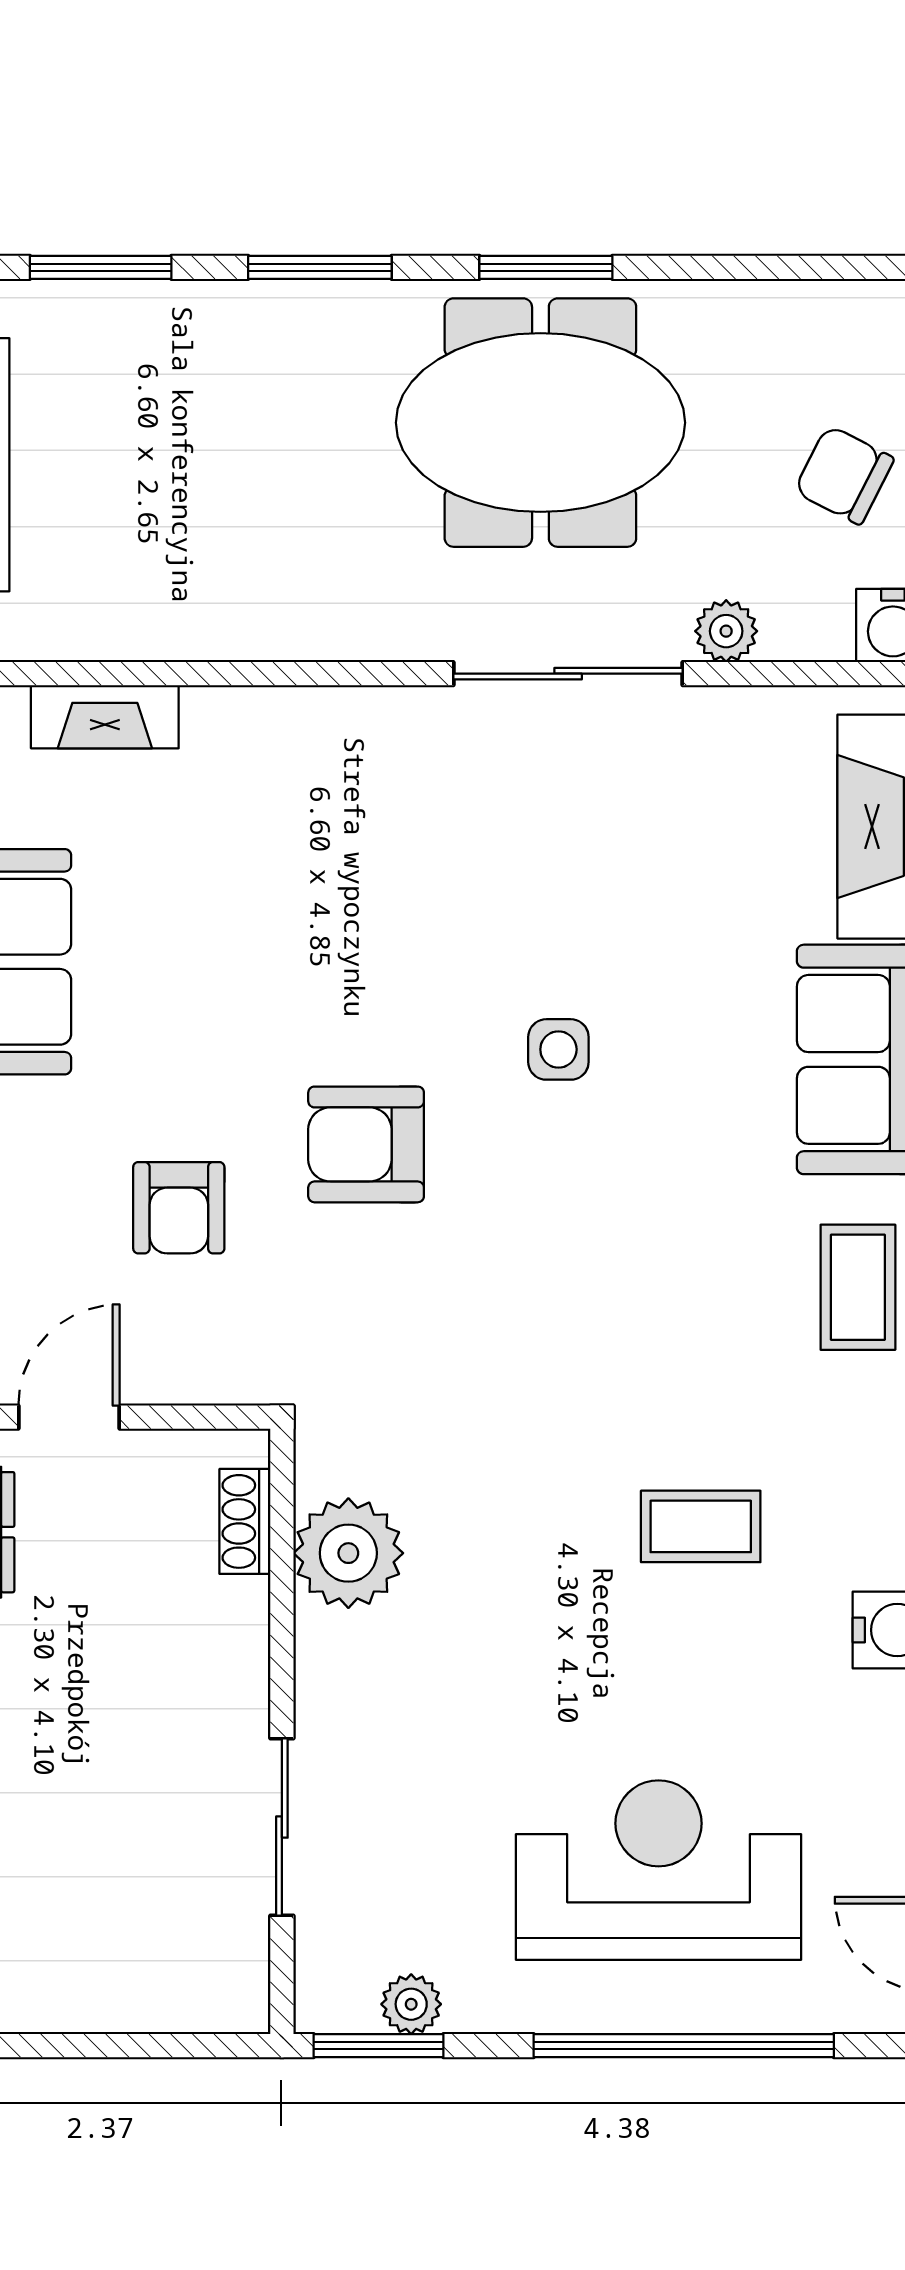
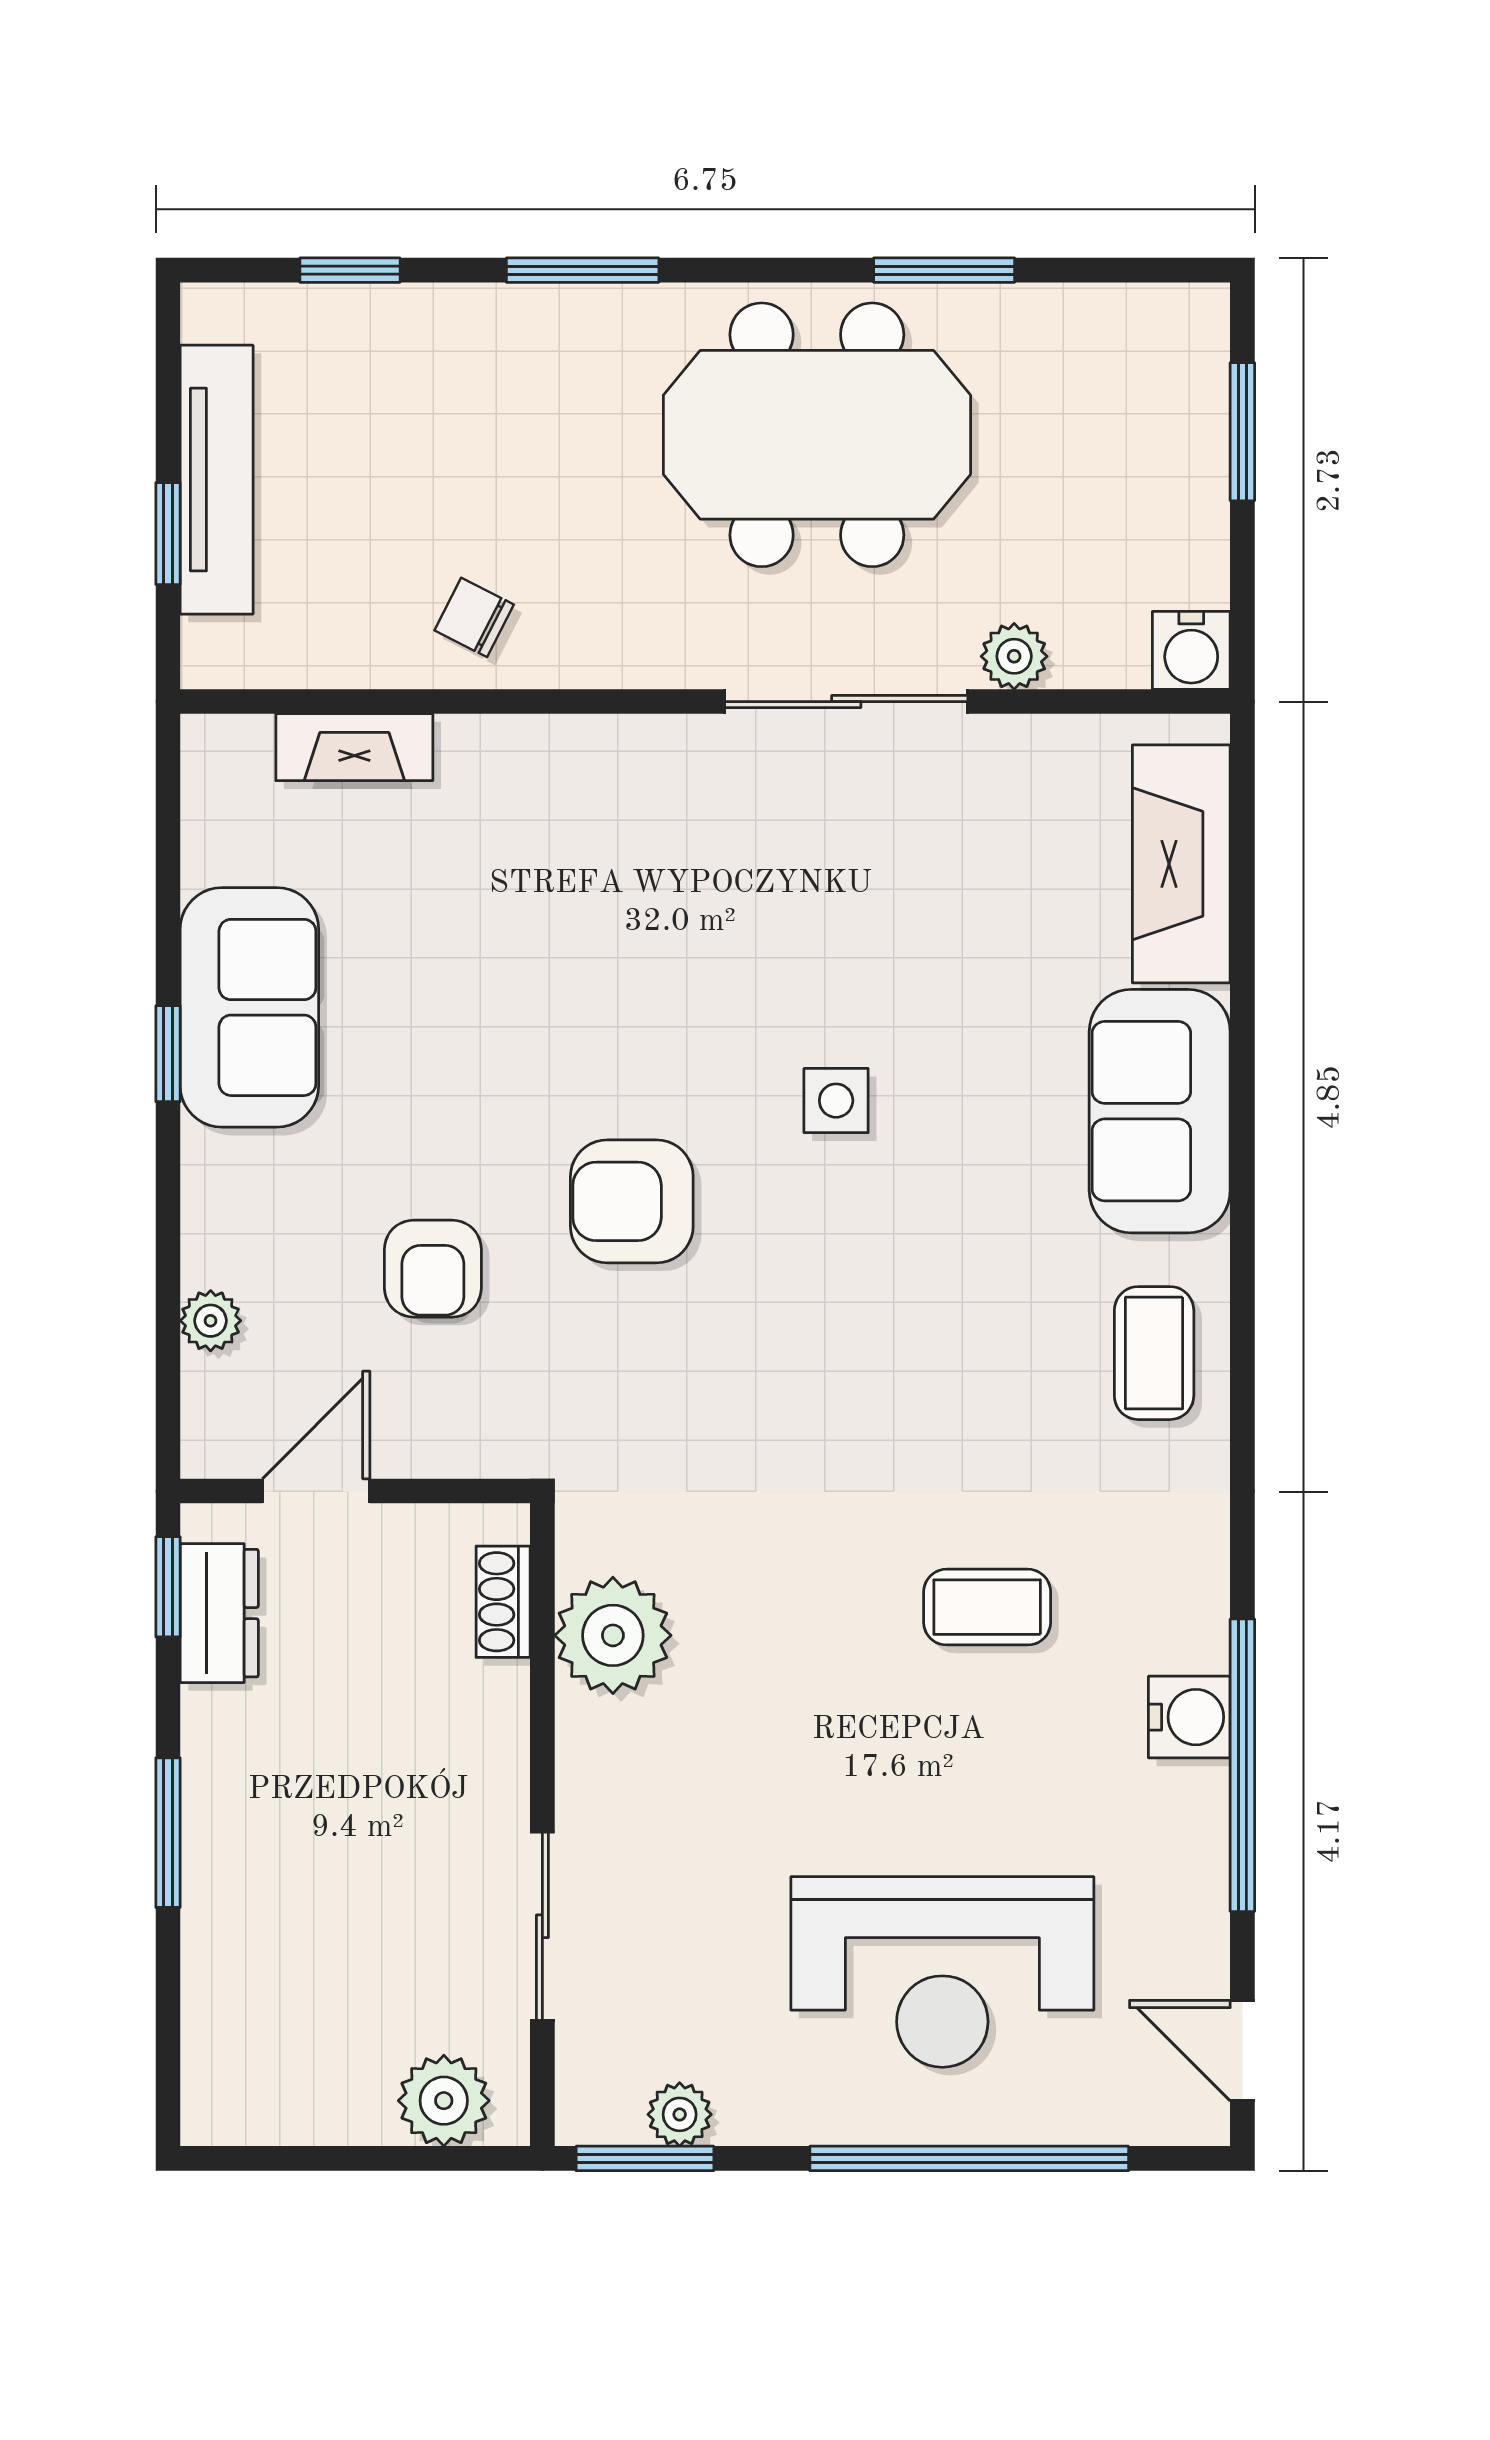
window: (101, 267) -> (350, 270), width x0.67
window: (546, 267) -> (944, 270), moved
chair: (844, 475) -> (474, 617), moved, width x0.73, depth x0.73
reception desk: (658, 1870) -> (942, 1972), turned 180
plant: (189, 1991) -> (444, 2101), added

